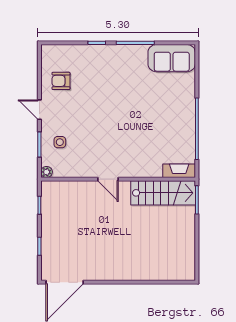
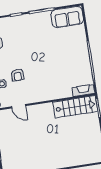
armchair: (85, 133) -> (18, 75), added
door: (108, 179) -> (19, 106), moved

